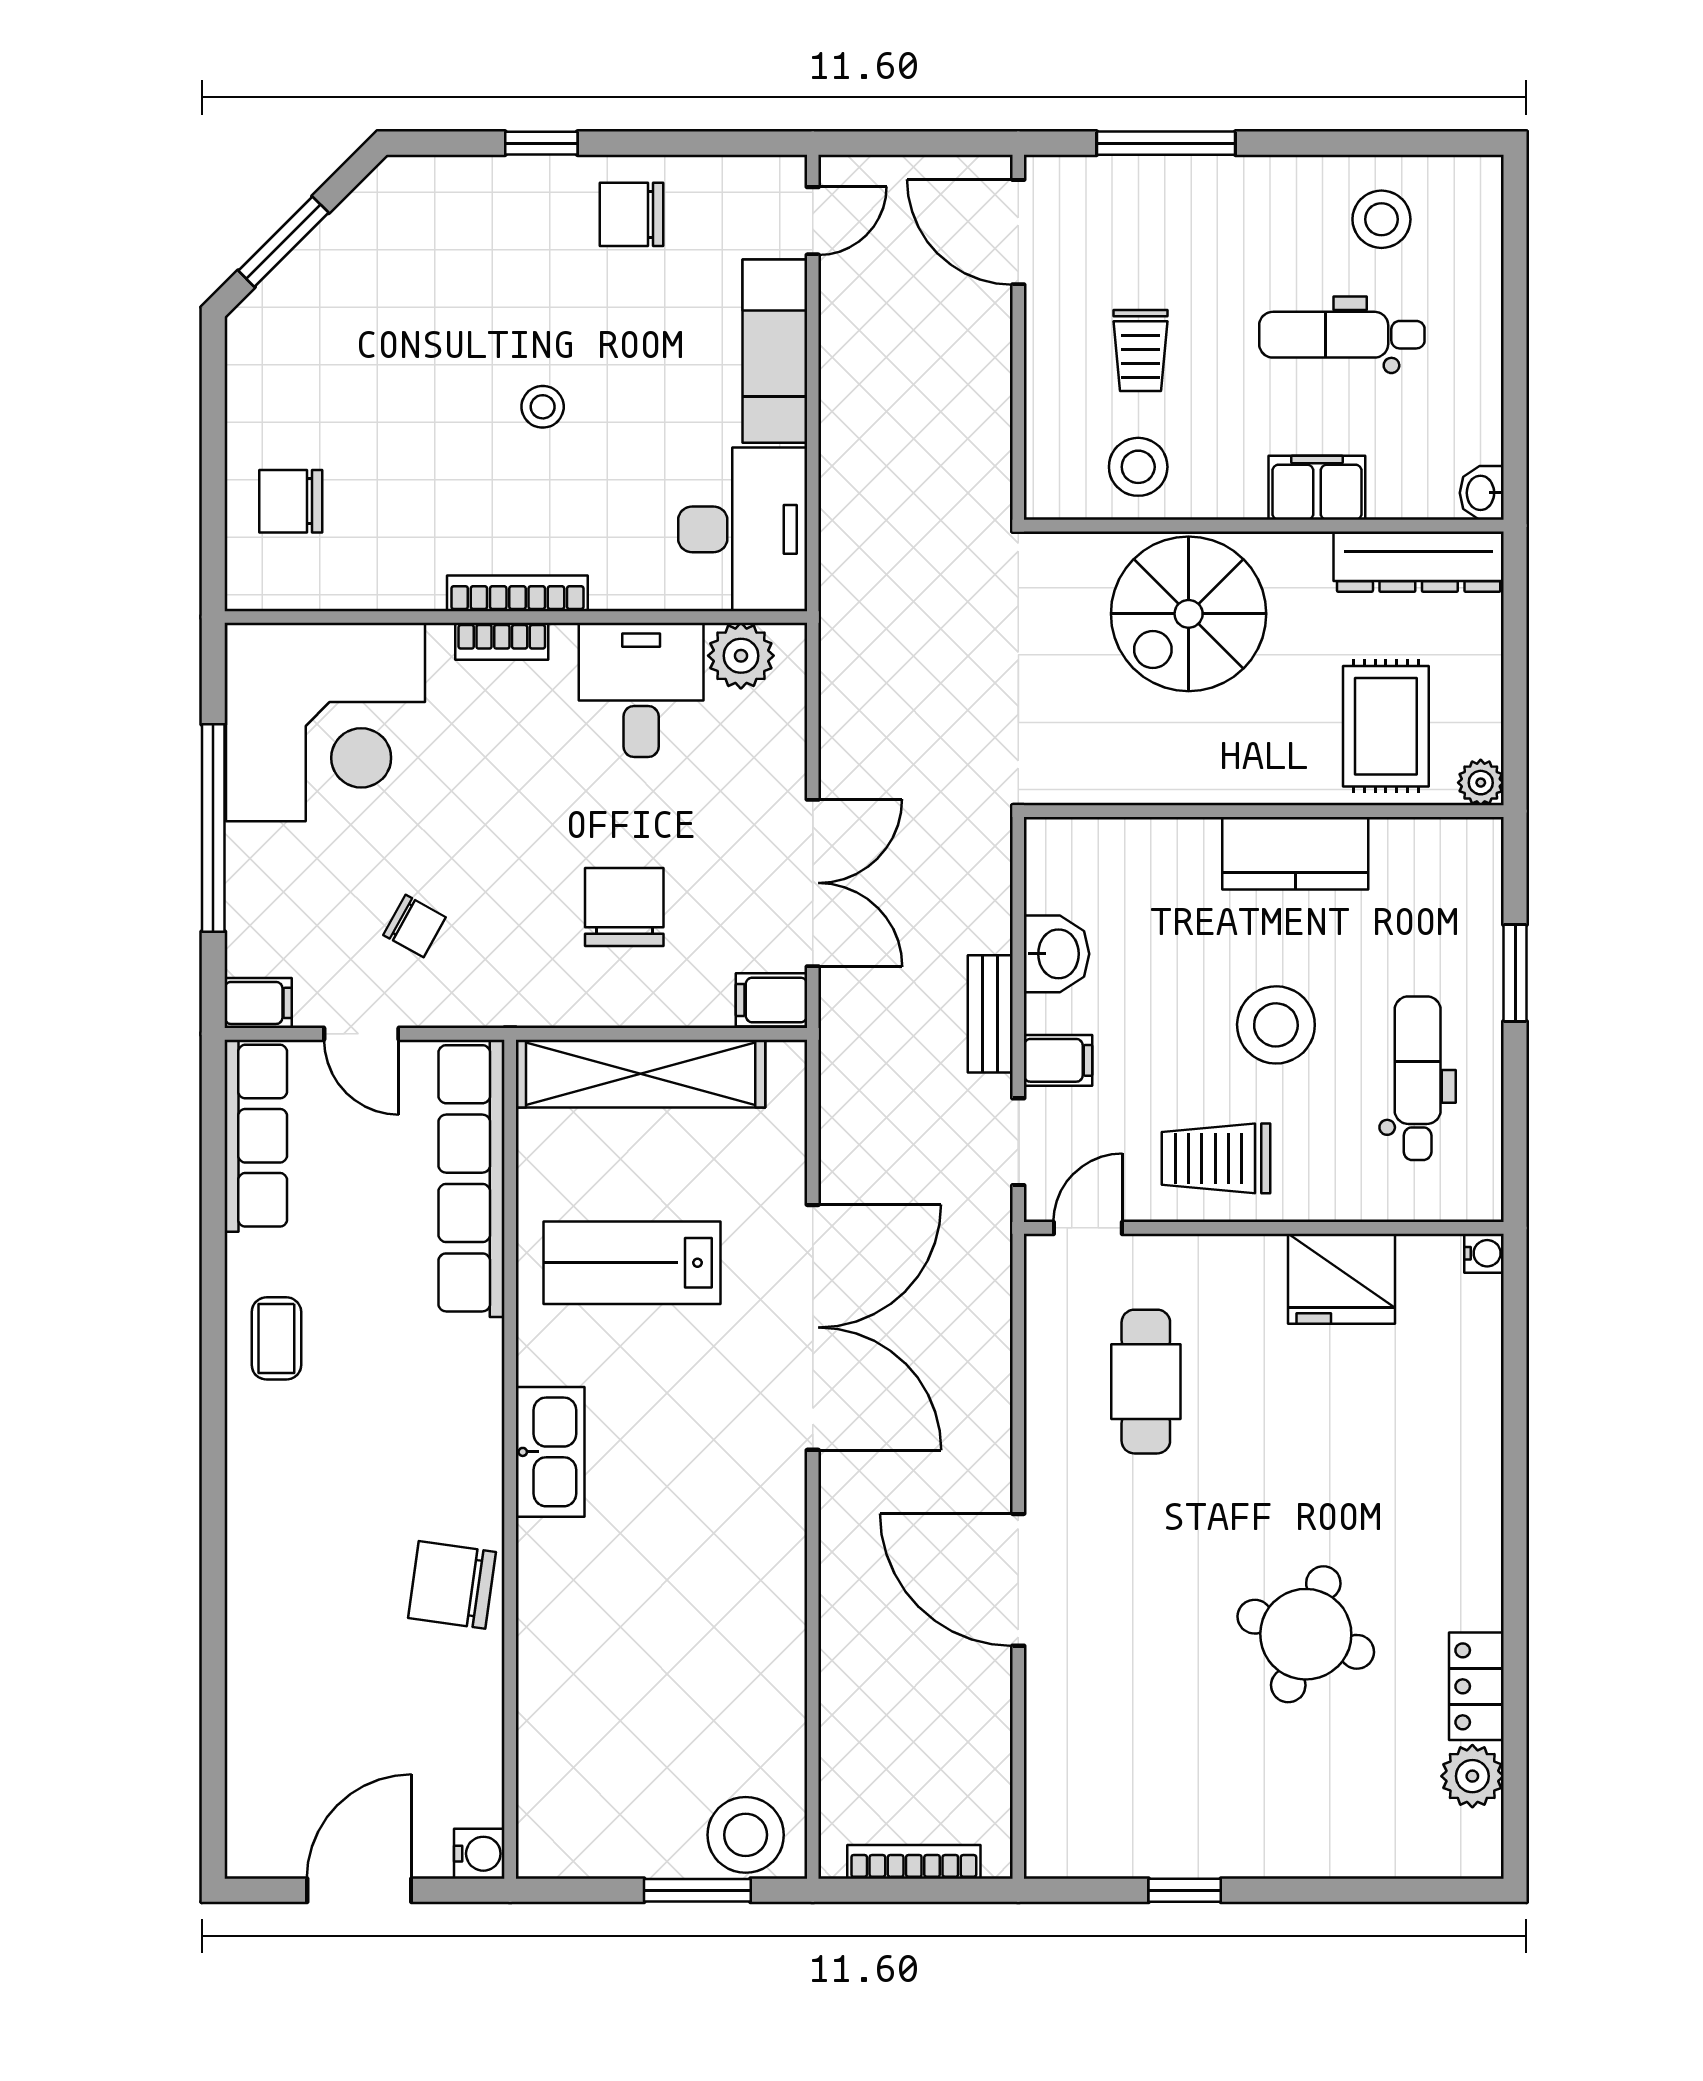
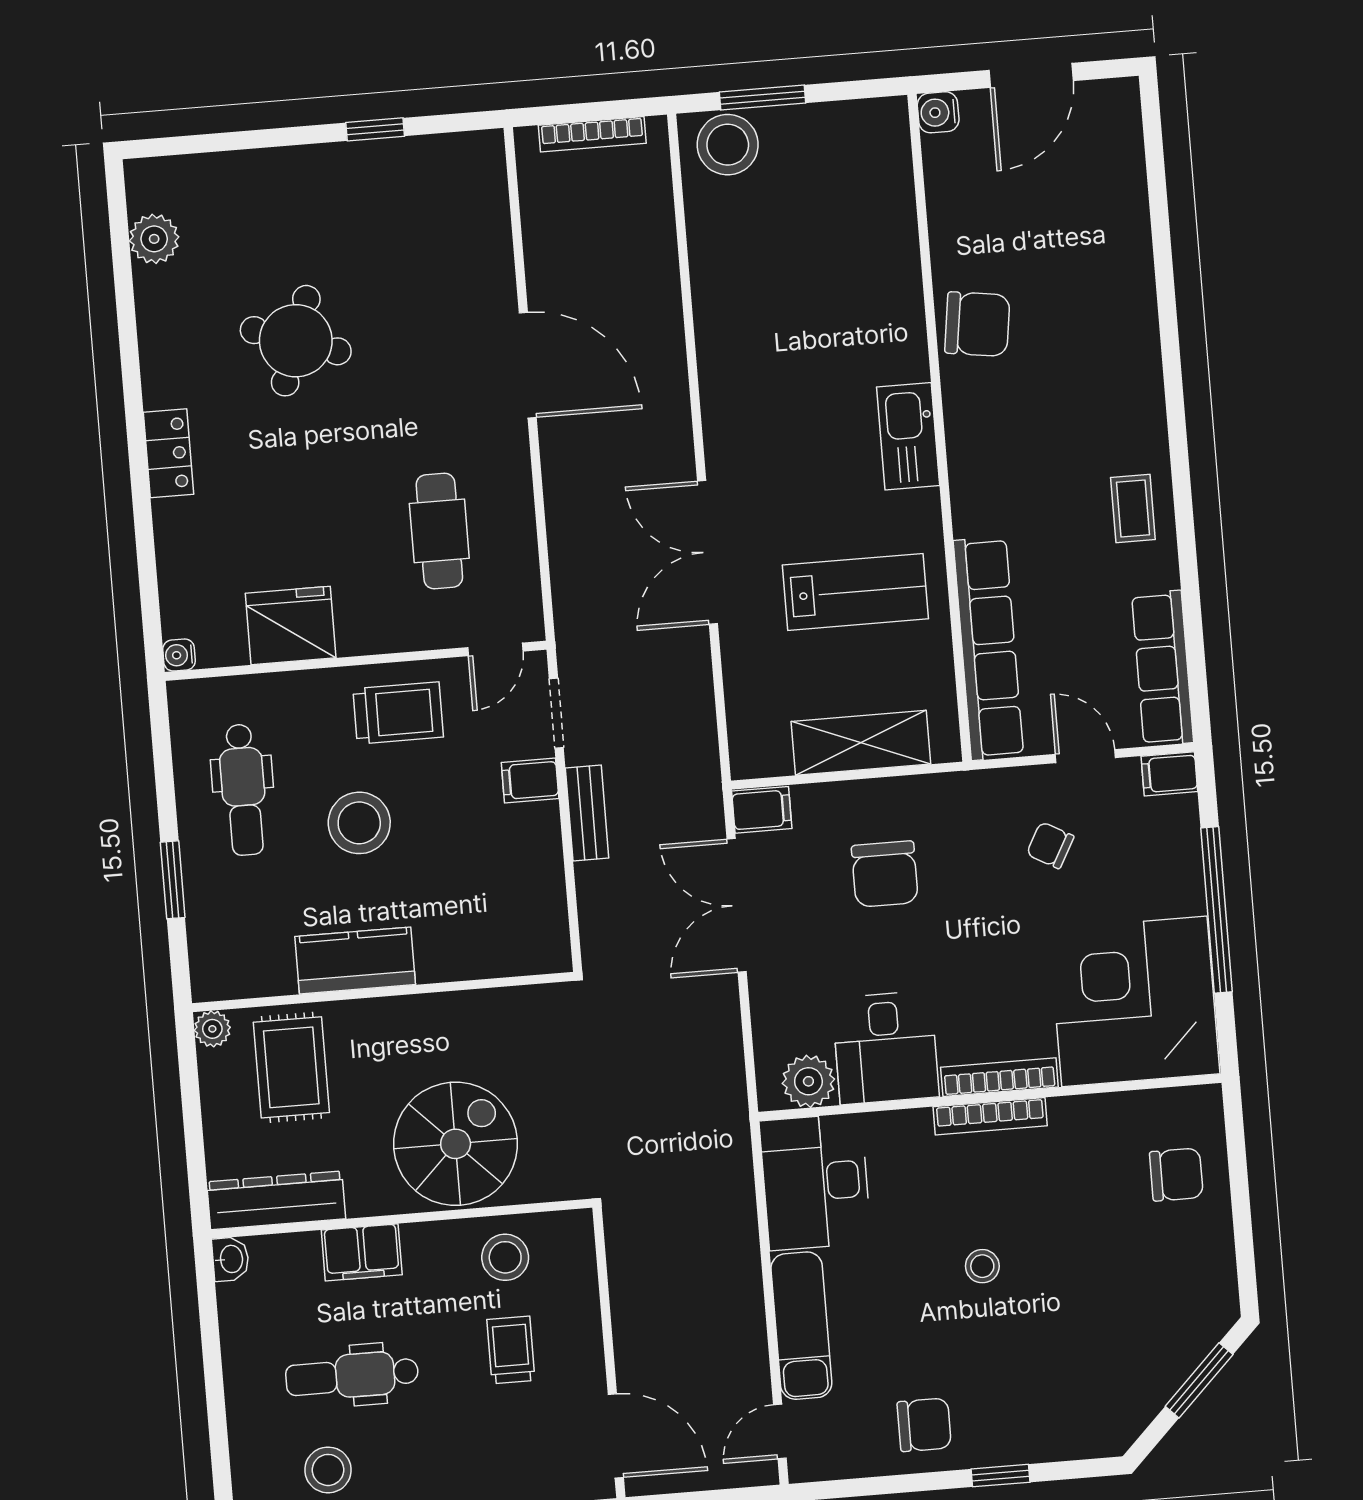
dental chair: (1342, 335) -> (352, 1376), turned 180
bookcase: (502, 641) -> (999, 1077), width x1.56
washbasin: (1057, 954) -> (538, 865), removed
shelving: (641, 1074) -> (861, 743), width x0.68
double door: (813, 1327) -> (708, 552), width x0.73
locker: (1476, 1686) -> (169, 453), moved

